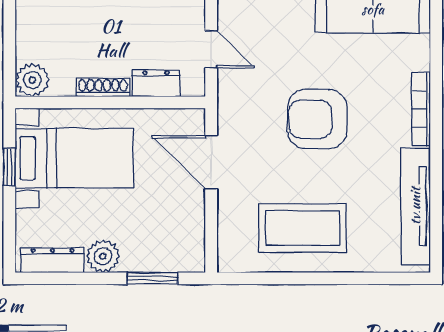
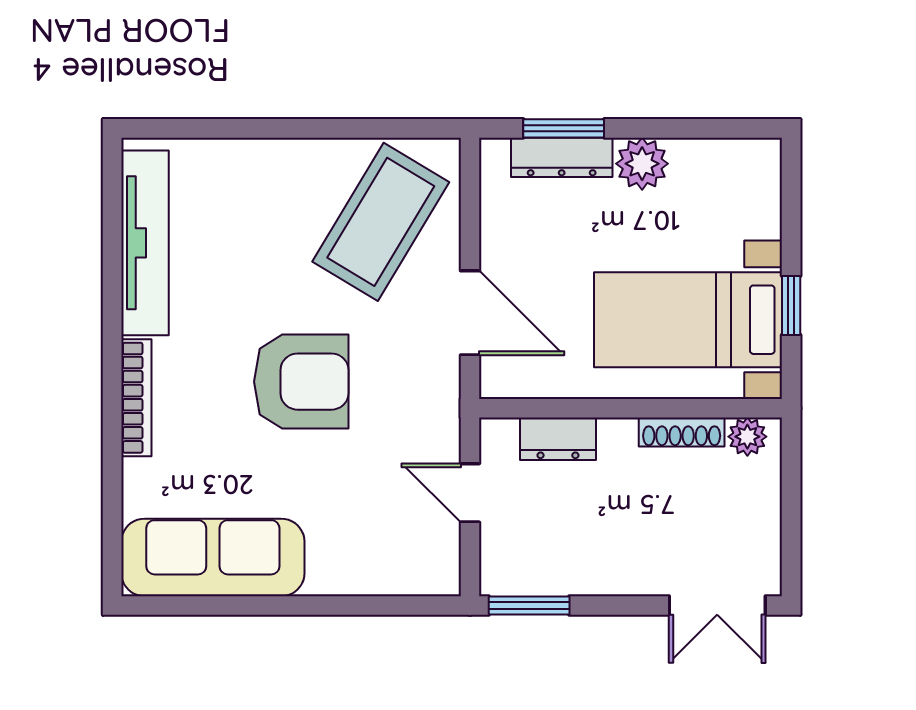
plant: (32, 80) -> (747, 437), width x0.73, depth x0.73
shoe rack: (103, 88) -> (682, 432), moved
coffee table: (303, 228) -> (381, 222), moved, turned -59
dresser: (52, 260) -> (562, 157), moved

